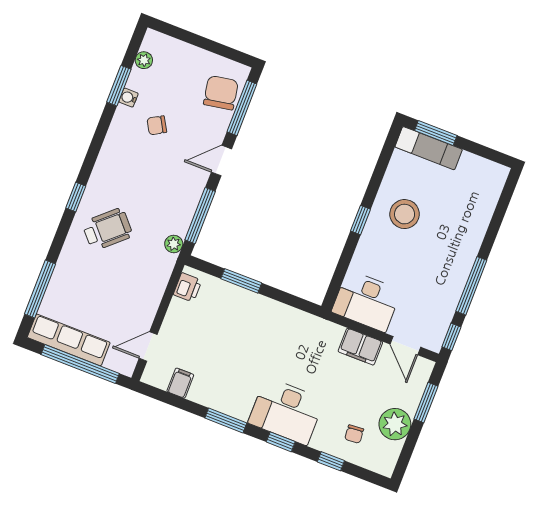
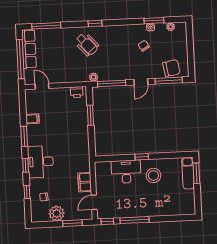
door: (221, 161) -> (141, 82), swing flipped
desk: (366, 301) -> (126, 172), moved, turned 90
filing cabinet: (180, 383) -> (32, 119), moved

